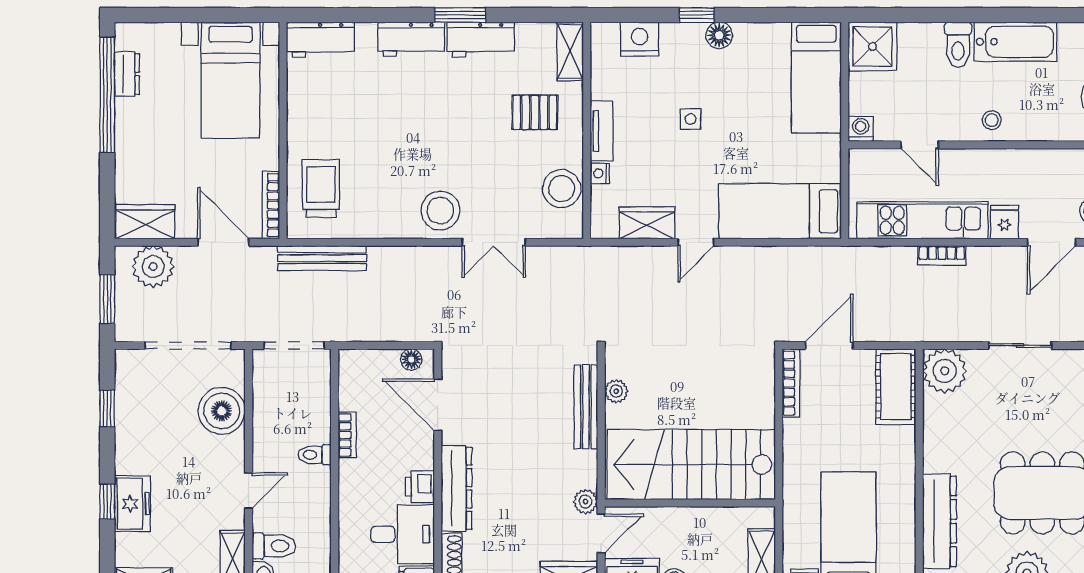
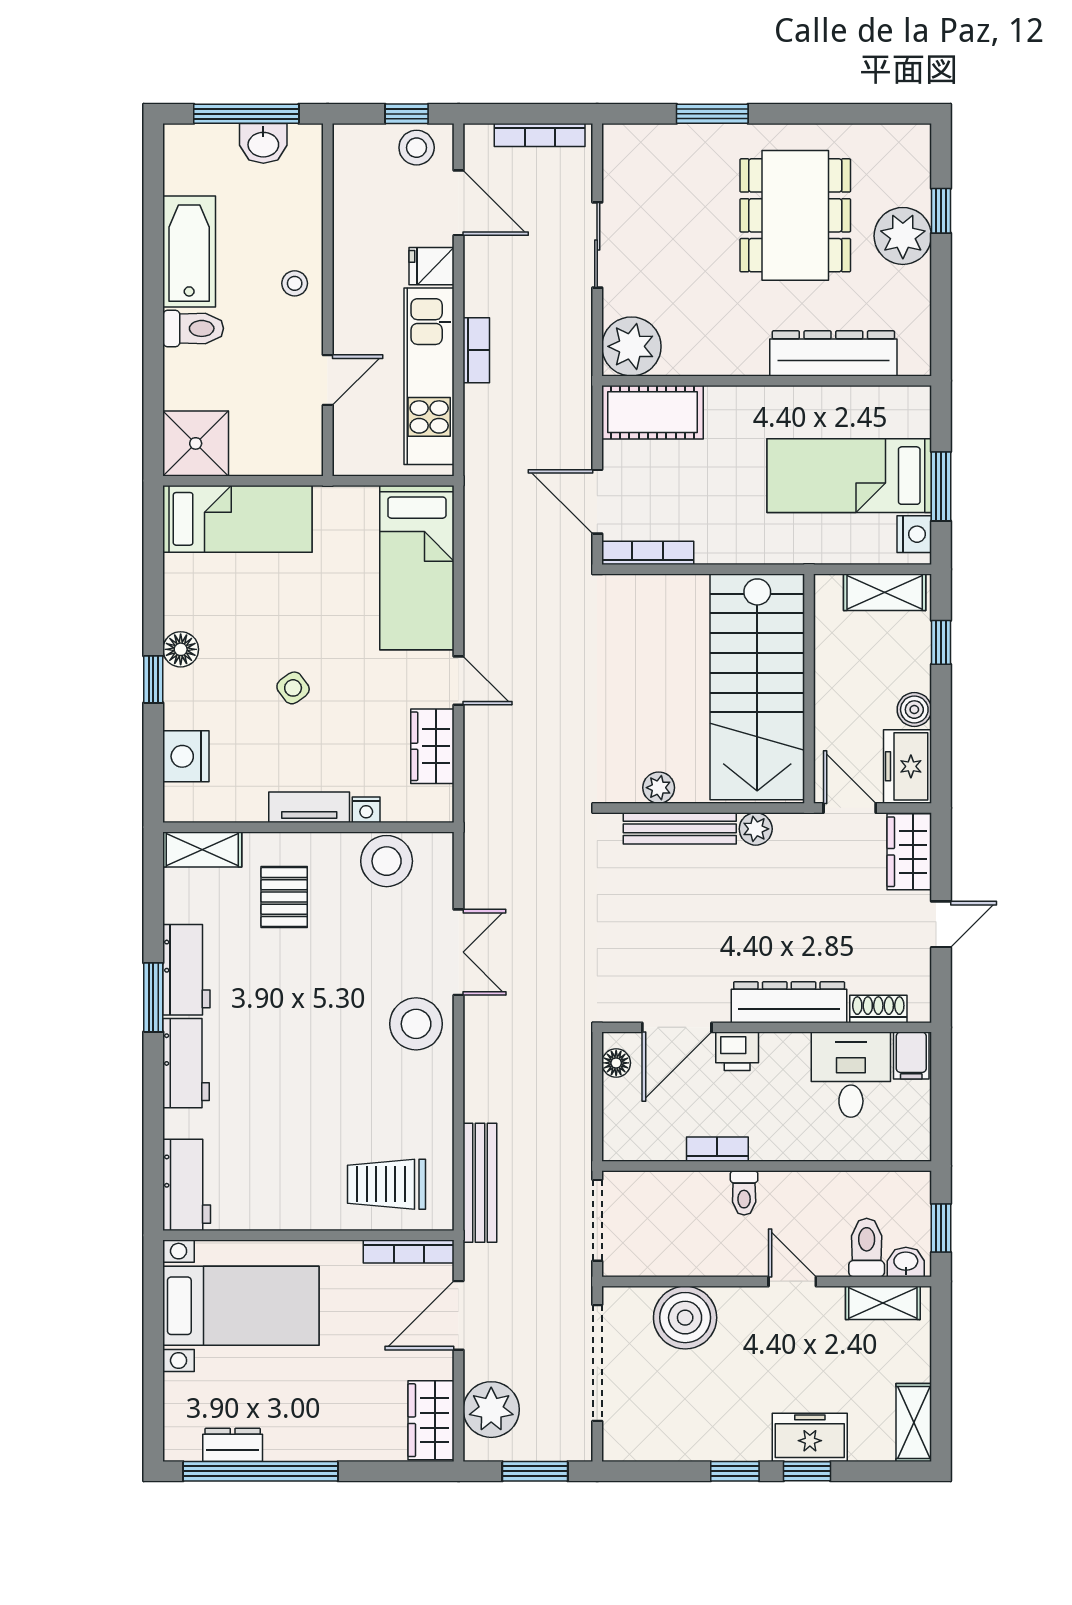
side table: (690, 119) -> (293, 688), turned -36
washing machine: (861, 129) -> (306, 459), removed
window: (107, 408) -> (735, 1471), moved
printer: (420, 487) -> (737, 1051), moved
plant: (585, 502) -> (756, 829), moved

